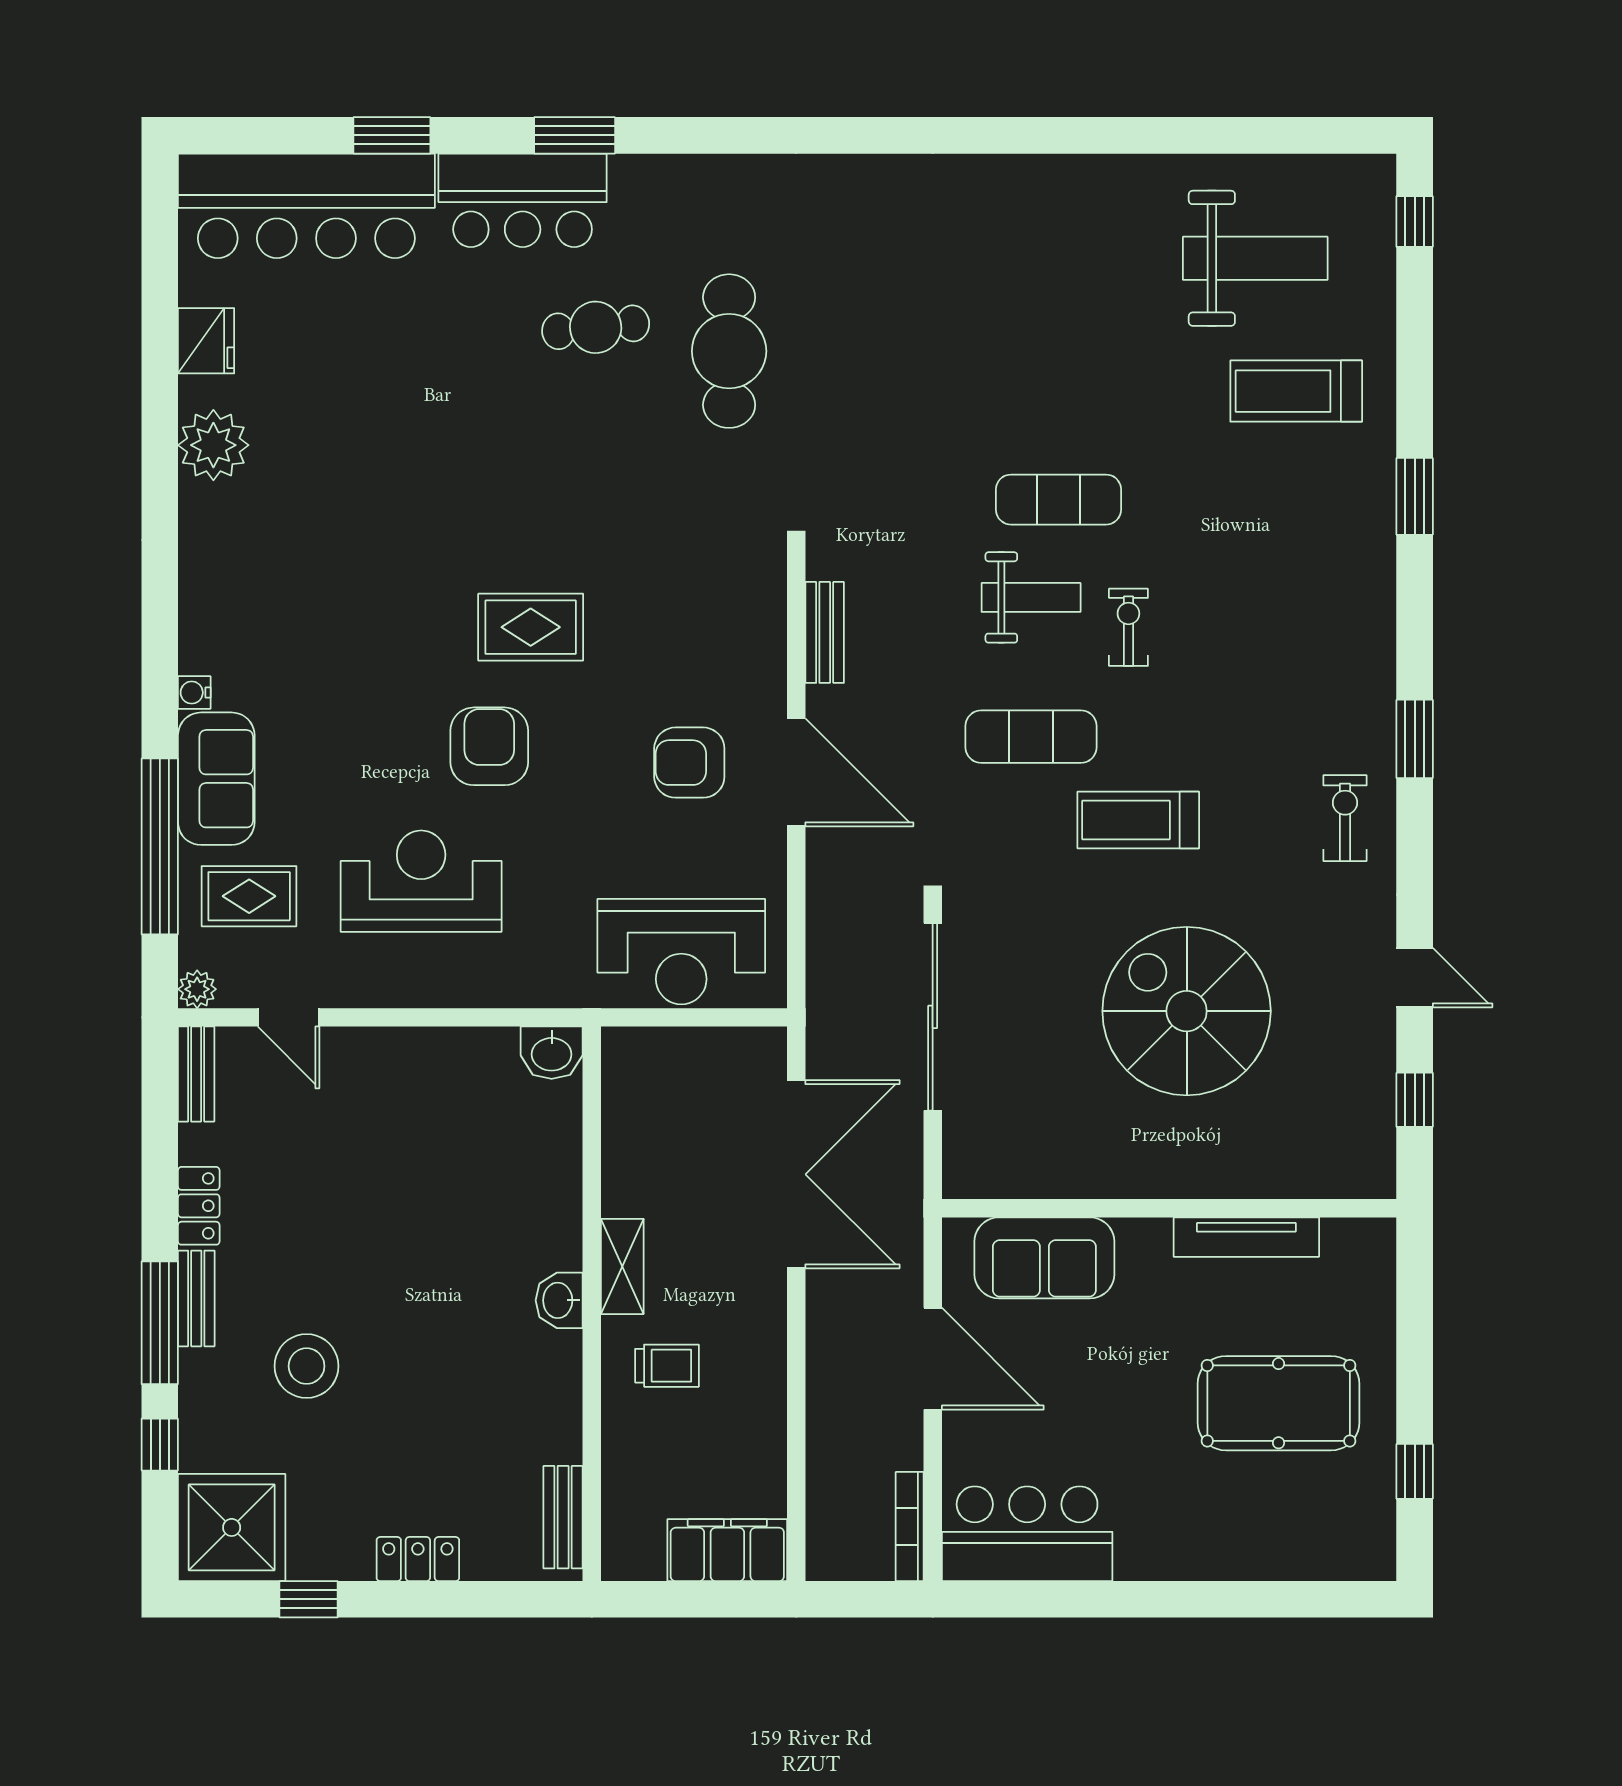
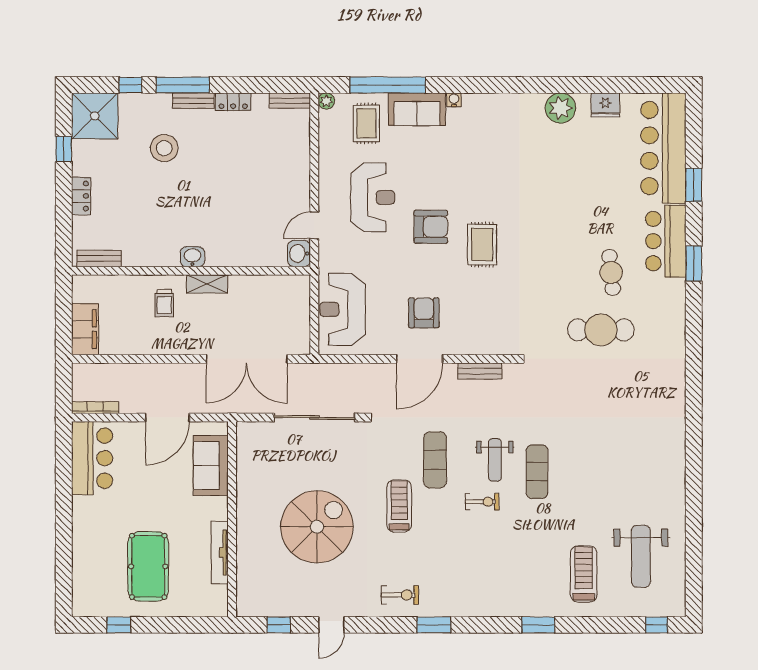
door: (288, 1017) -> (314, 225), moved

